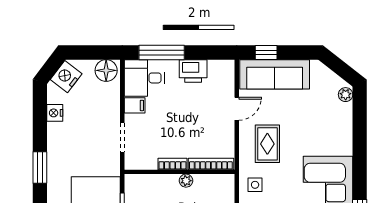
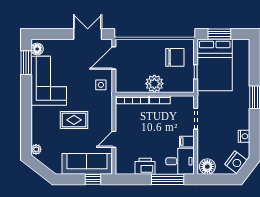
rug: (267, 144) -> (74, 120), moved, turned 90
plant: (186, 181) -> (154, 84), width x1.87, depth x1.87

